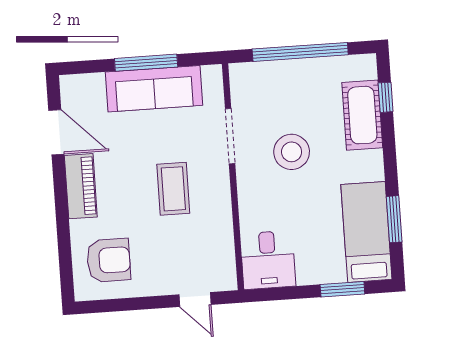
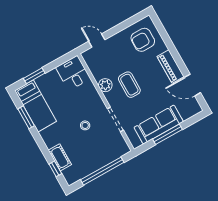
cot: (362, 115) -> (60, 157), width x0.73, depth x0.75
stool: (292, 152) -> (85, 125), width x0.53, depth x0.53
plant: (218, 209) -> (105, 85), added

